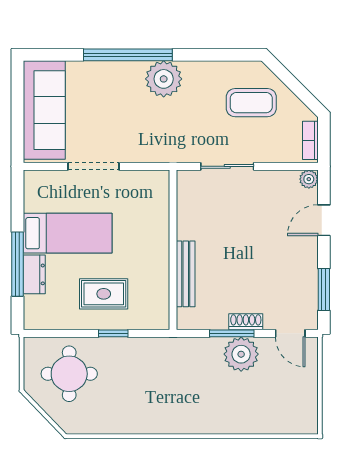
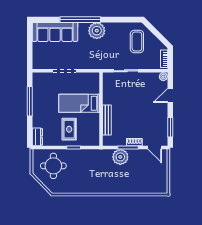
coffee table: (251, 103) -> (137, 42), turned 90
sofa: (44, 110) -> (55, 32), moved, turned 90
bed: (68, 233) -> (79, 103), moved, turned 180
window: (17, 264) -> (30, 101), moved
dresser: (34, 274) -> (37, 137), moved
rug: (104, 294) -> (69, 129), turned 90
plant: (241, 354) -> (120, 157), moved

